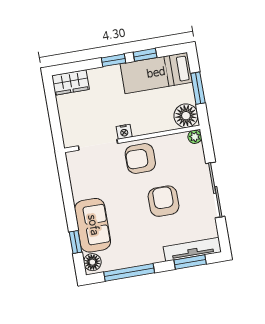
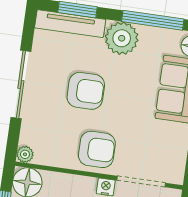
armchair: (163, 201) -> (86, 91), turned -90
plant: (149, 251) -> (122, 38), added

